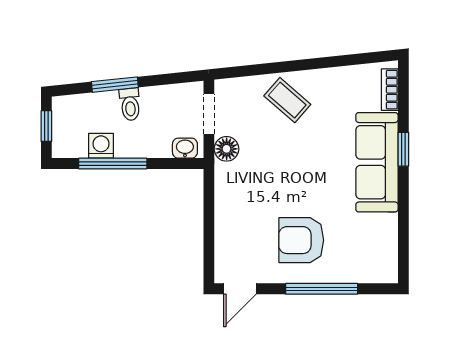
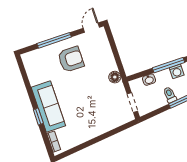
coffee table: (287, 100) -> (99, 121), removed
washbasin: (185, 148) -> (149, 80), moved
floor lamp: (227, 149) -> (115, 77), moved

